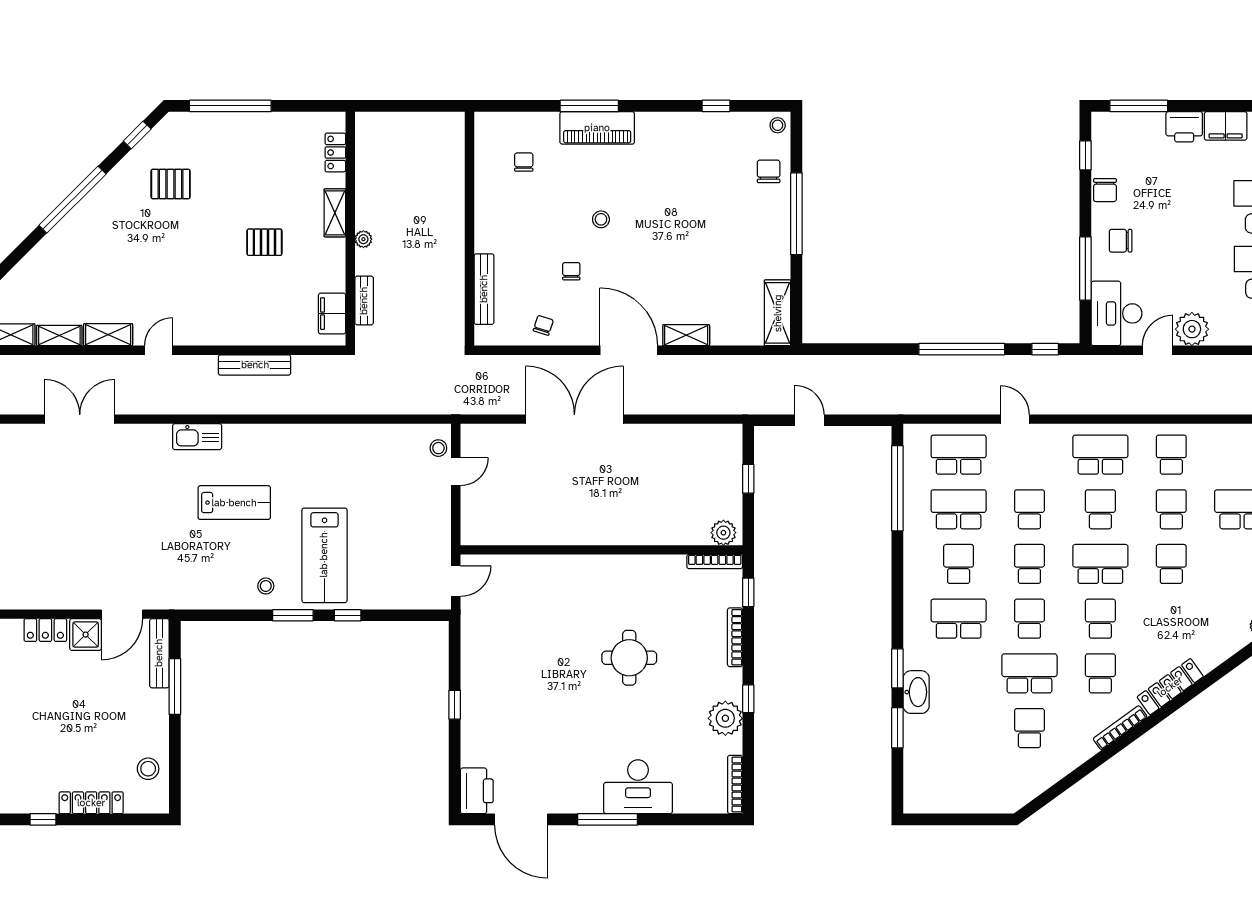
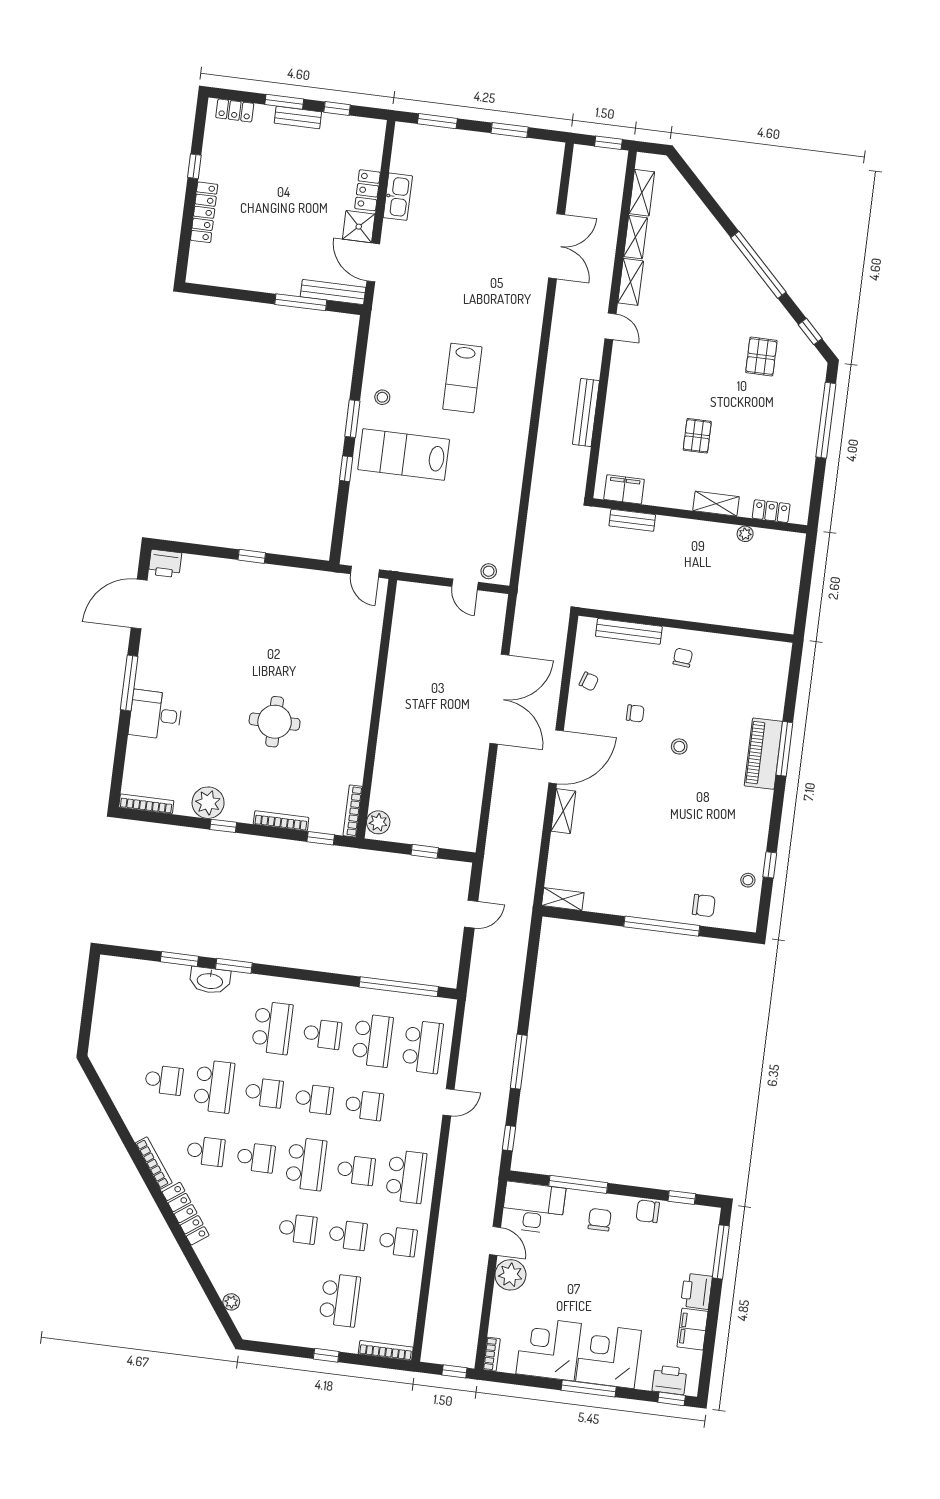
stool: (778, 125) -> (748, 880), moved
chair: (524, 162) -> (683, 658), moved, turned -85
plant: (363, 239) -> (745, 534), moved
shelving: (778, 313) -> (563, 899), width x0.67, depth x0.75
window: (962, 349) -> (519, 1062), width x0.68
kitchen sink: (197, 437) -> (398, 197), moved, turned 180
stool: (148, 769) -> (229, 268), removed
desk: (638, 787) -> (155, 715), width x0.73
printer: (477, 791) -> (165, 564), width x0.73, depth x0.84

